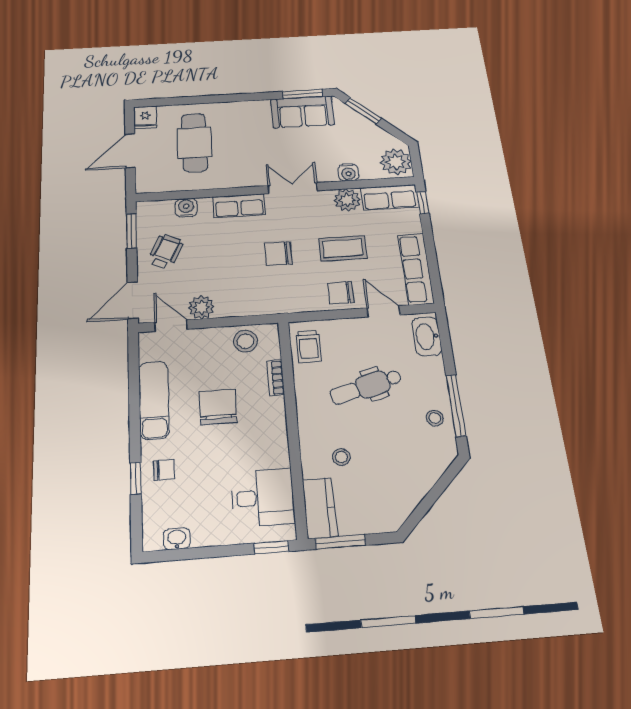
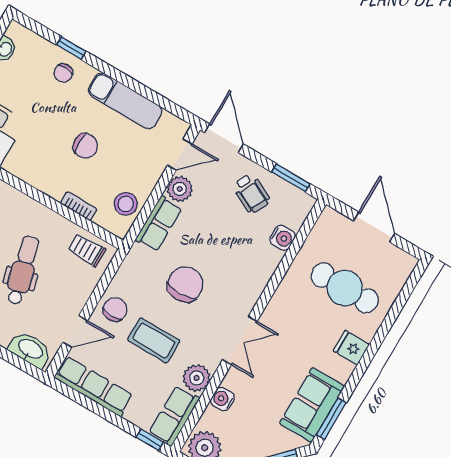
fridge: (145, 117) -> (351, 348), moved
row of seats: (239, 206) -> (159, 224), moved, turned 180
coffee table: (343, 248) -> (154, 340), turned 90
chair: (279, 254) -> (185, 284), width x1.37, depth x1.37
chair: (218, 407) -> (85, 146), width x0.73, depth x0.73

